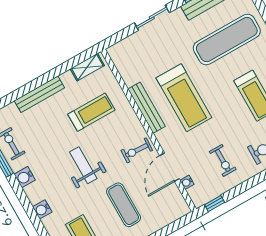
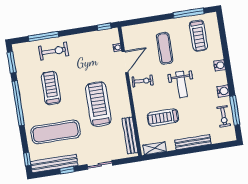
bench: (147, 108) -> (130, 135), moved
exercise bike: (223, 160) -> (88, 53), removed

